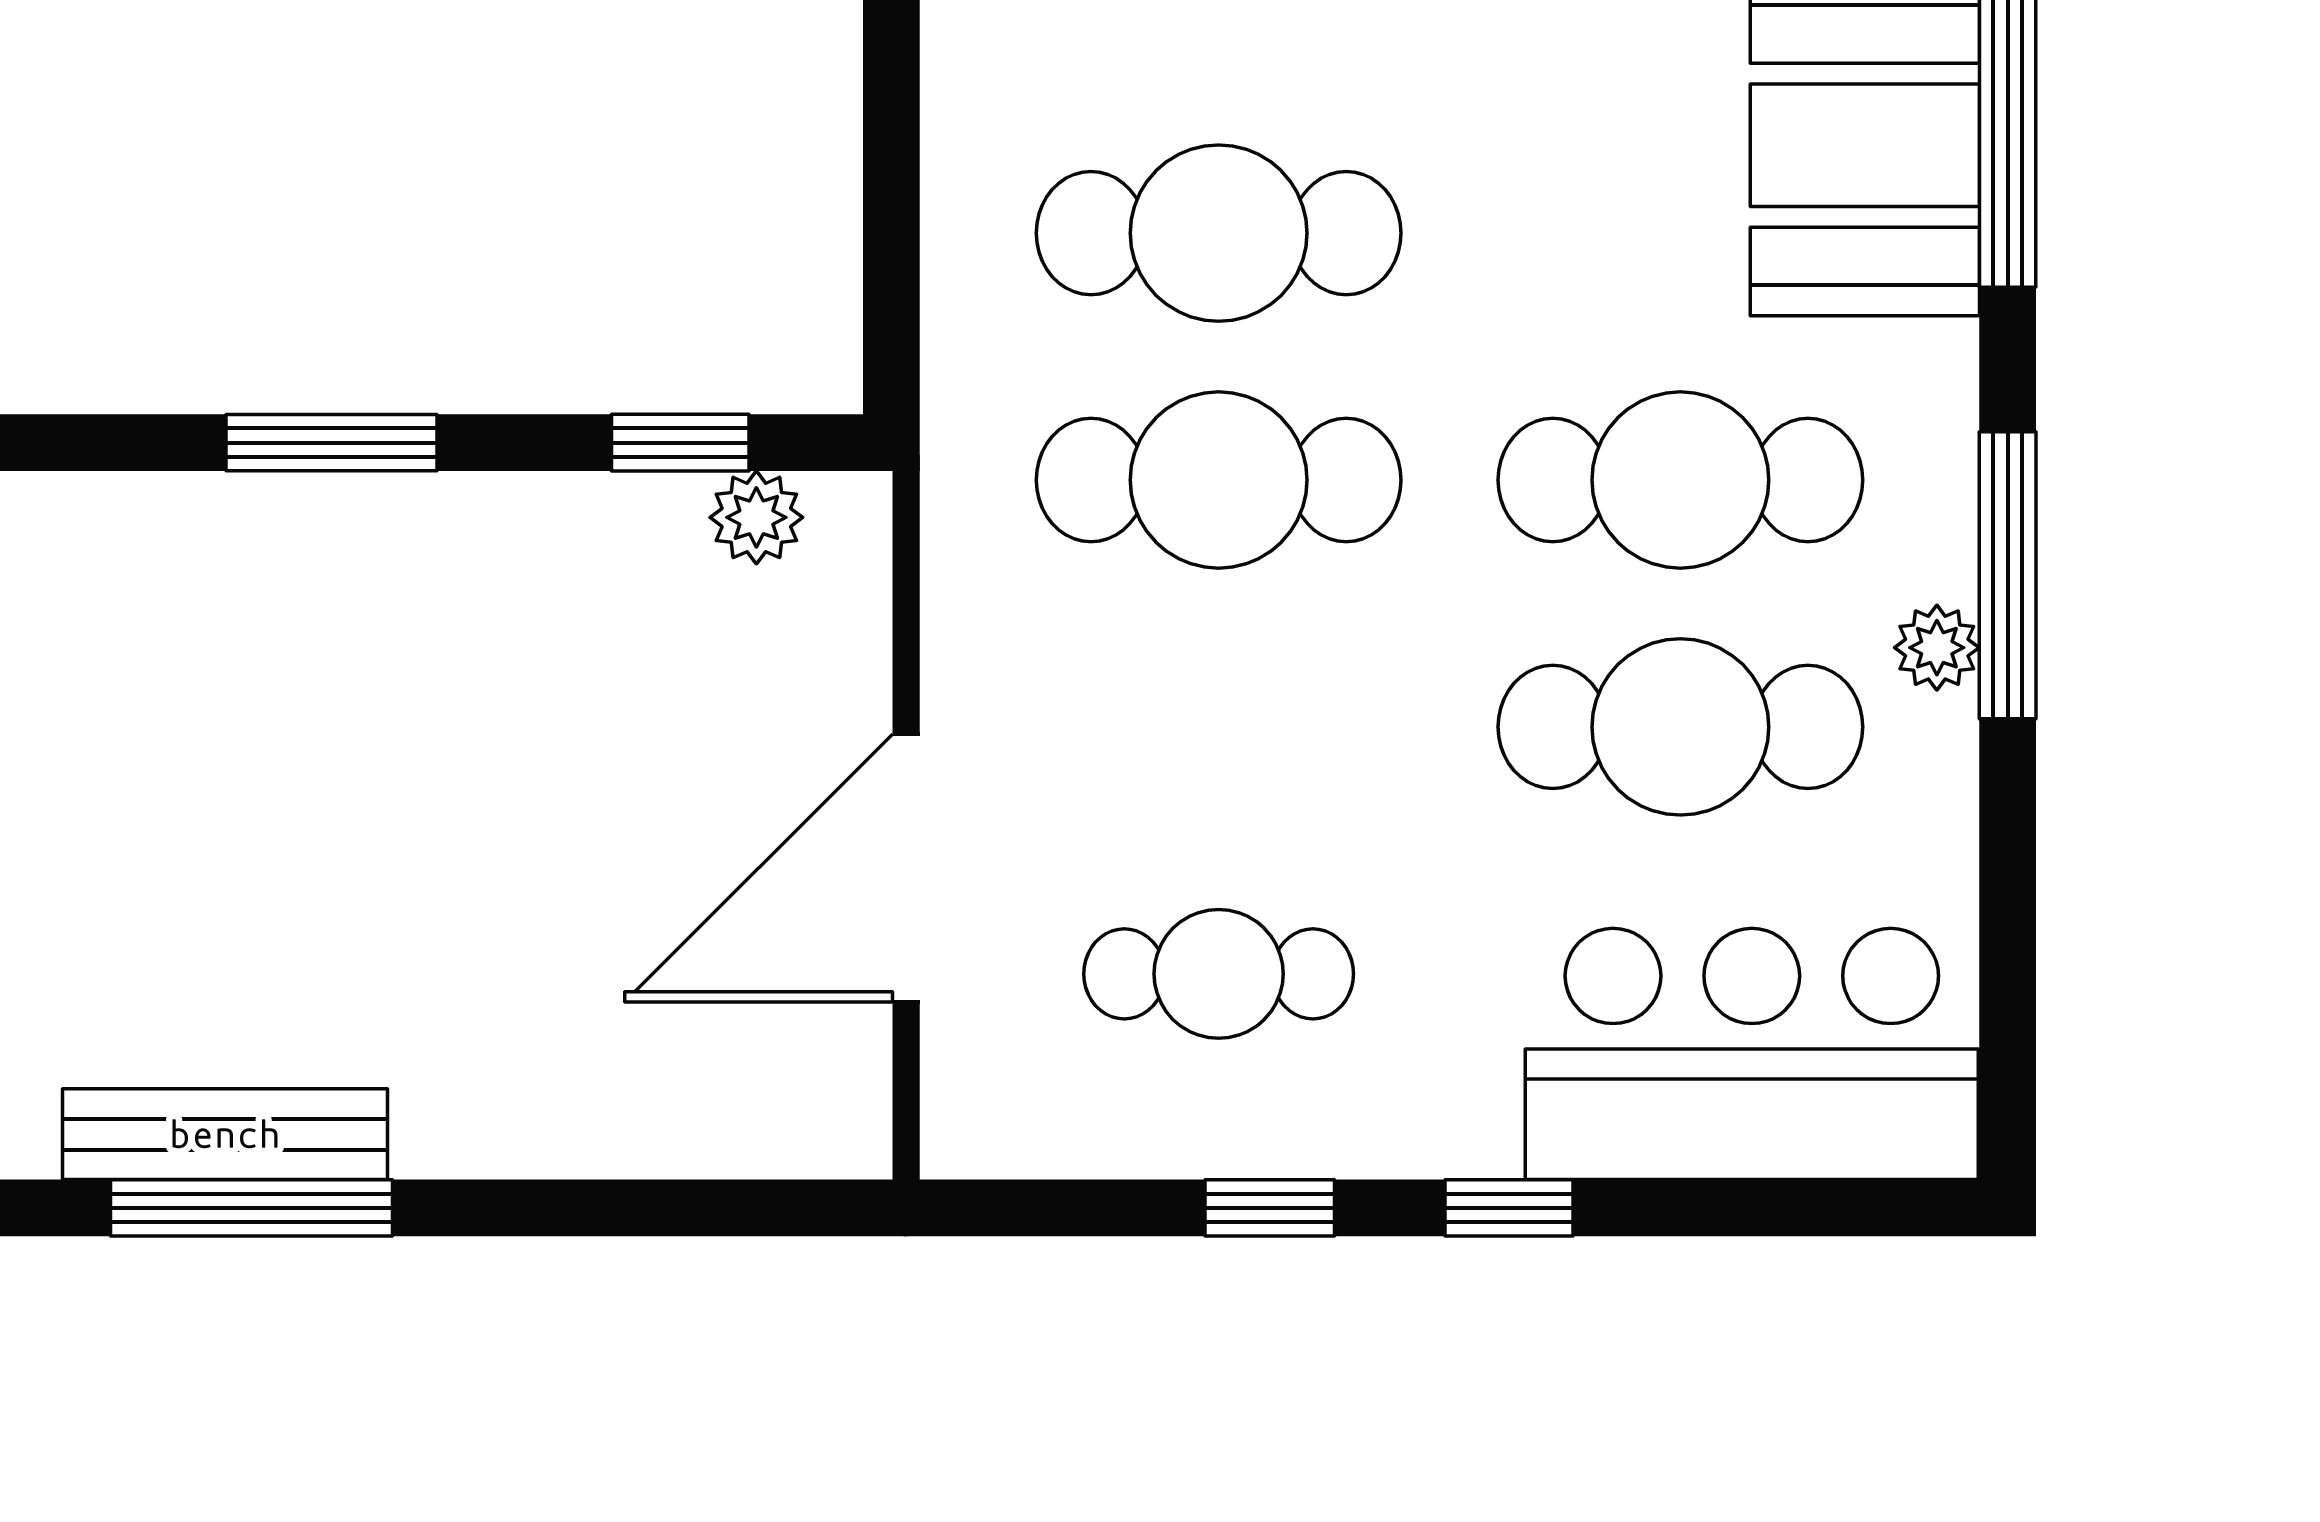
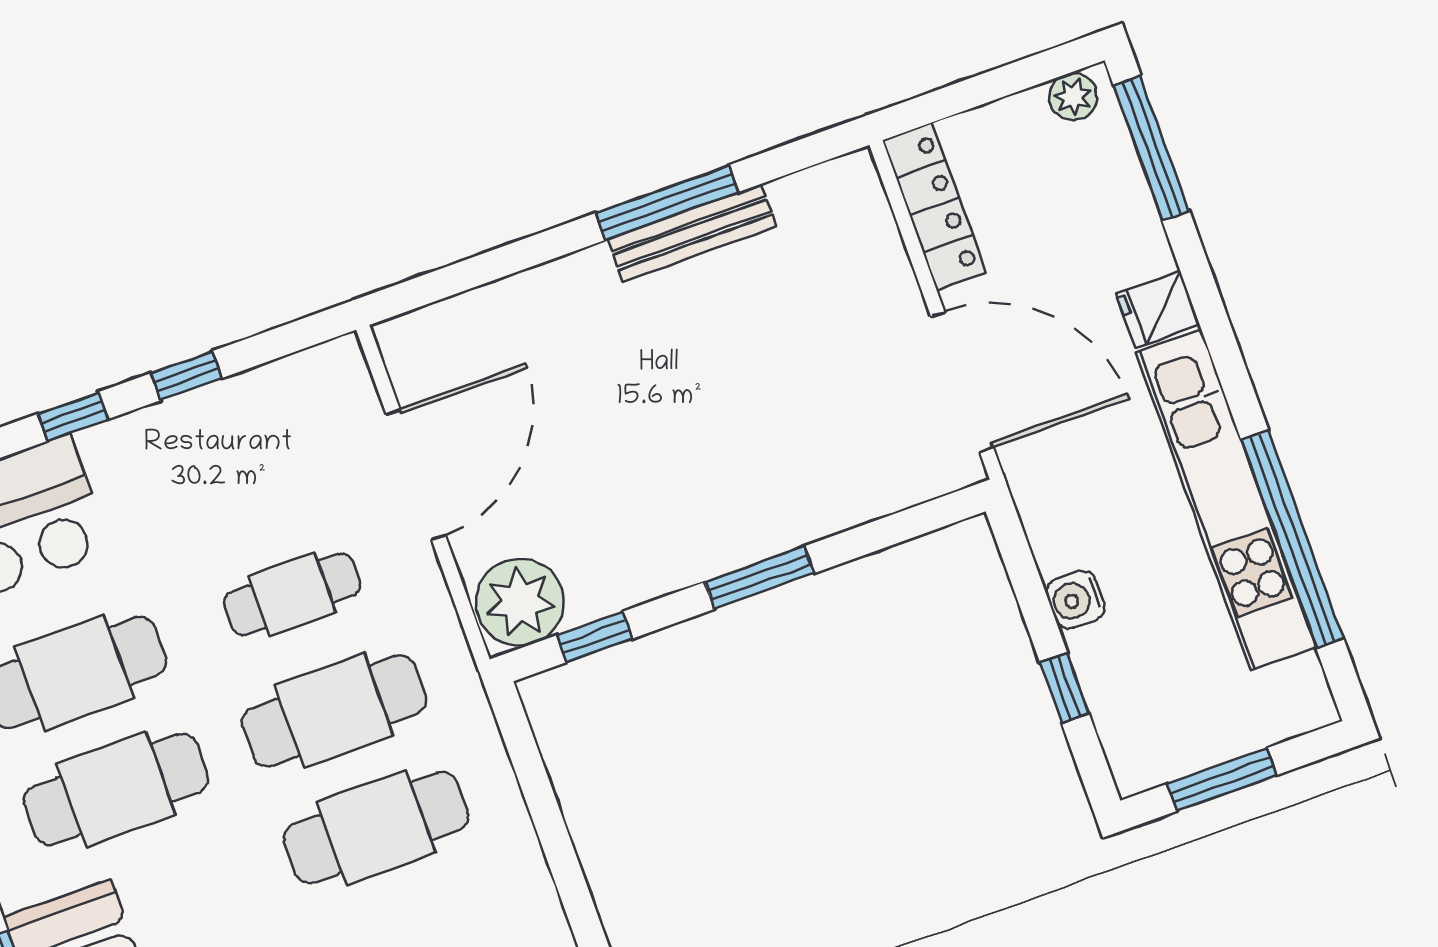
plant: (756, 517) -> (520, 602), width x1.87, depth x1.87
cafe table: (1219, 974) -> (292, 594), moved

